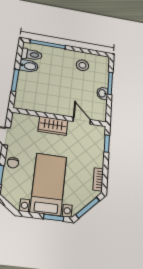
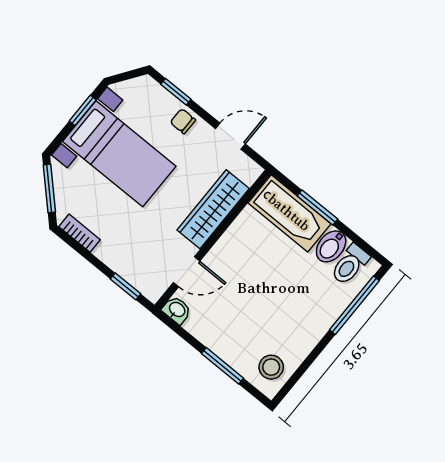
stool: (82, 65) -> (271, 367), moved
bathtub: (26, 91) -> (289, 213), added
washbasin: (102, 93) -> (177, 310), moved
wardrobe: (53, 126) -> (213, 209), width x1.50
window: (54, 218) -> (83, 110), moved

